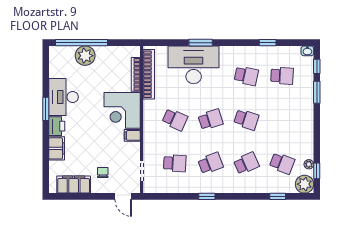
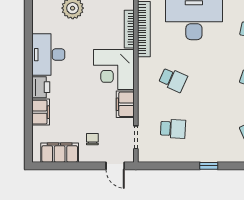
window: (46, 109) -> (28, 68), removed
school desk: (211, 120) -> (213, 80), removed
filing cabinet: (132, 135) -> (125, 104), width x2.00
school desk: (211, 163) -> (213, 129), removed

